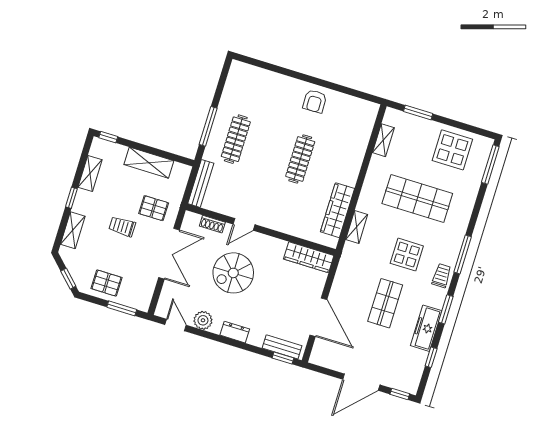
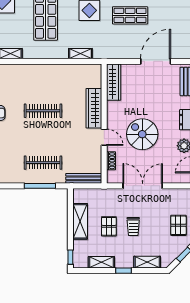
pallet: (154, 208) -> (109, 226), moved
wardrobe: (337, 210) -> (94, 108), moved, turned 90
spiral stairs: (233, 273) -> (142, 134), turned 180

